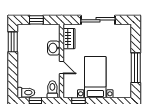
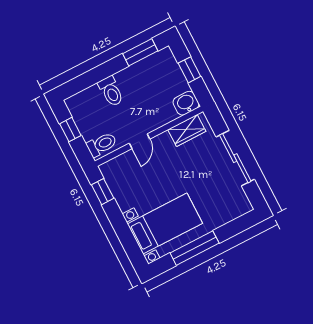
washbasin: (54, 48) -> (186, 103), moved
bed with nightstands: (95, 77) -> (165, 224), moved
toilet: (26, 93) -> (111, 91), moved

